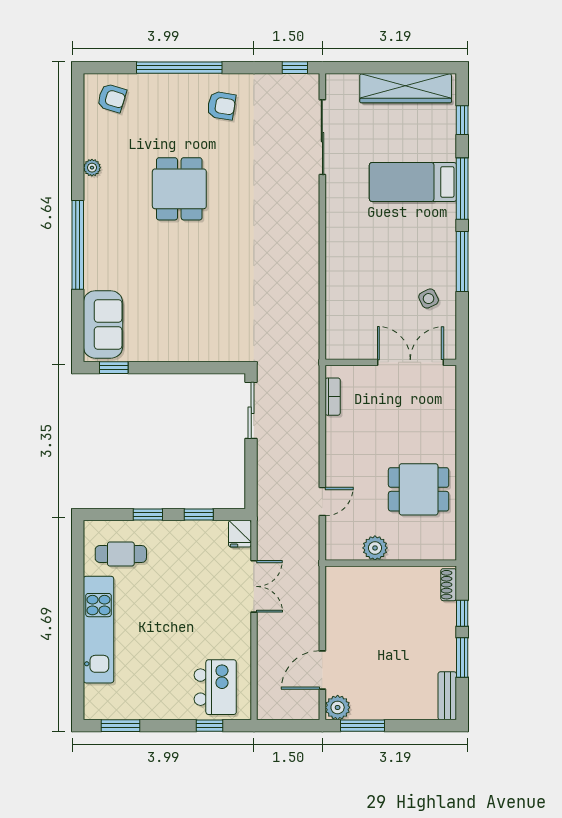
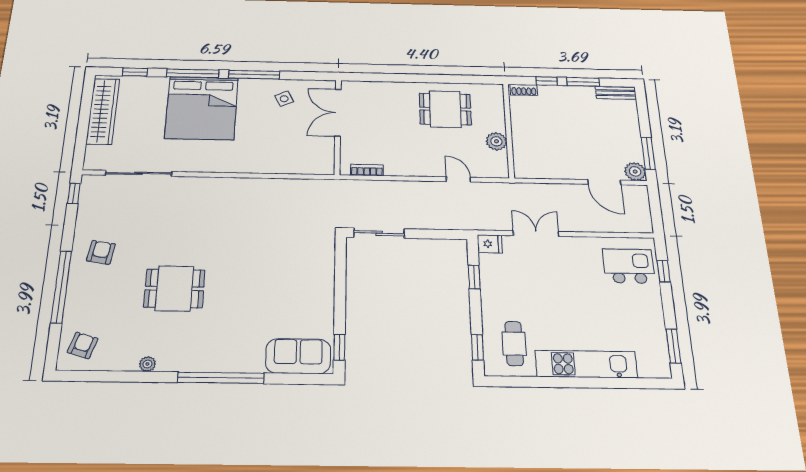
bed: (413, 182) -> (202, 108), width x2.04
dining table: (419, 489) -> (445, 109), turned 90
window: (148, 514) -> (477, 347), moved

